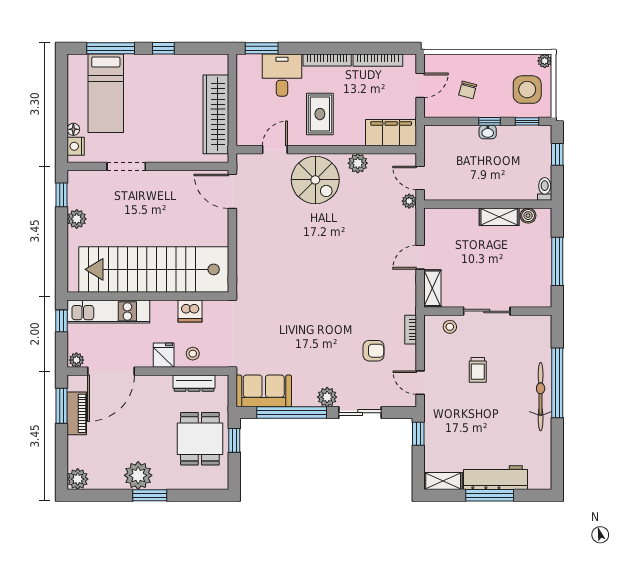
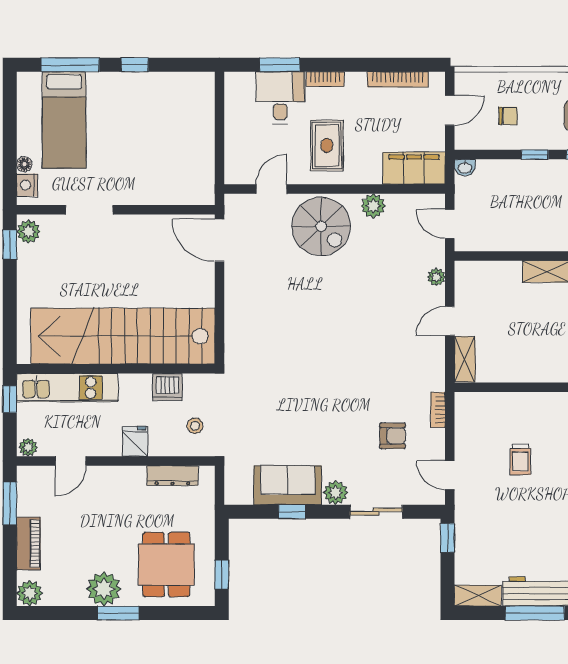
window: (262, 48) -> (280, 65), moved
bookcase: (327, 60) -> (325, 79), width x0.64
chair: (468, 90) -> (508, 116), turned -105
wardrobe: (216, 114) -> (199, 146), removed
washbasin: (488, 132) -> (465, 168), moved
plant: (409, 201) -> (436, 277), moved
plant: (77, 219) -> (28, 232), moved
sliding door: (487, 311) -> (531, 387), removed
stool: (450, 327) -> (486, 406), removed
stool: (193, 354) -> (195, 426), moved
door: (111, 371) -> (71, 461), width x0.53
sofa: (264, 391) -> (288, 485), moved
piano: (77, 413) -> (28, 544), moved
window: (292, 413) -> (292, 512), width x0.32
dining table: (200, 439) -> (166, 564), moved
window: (234, 440) -> (222, 574), moved

